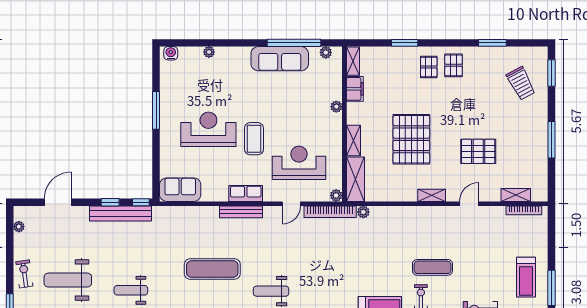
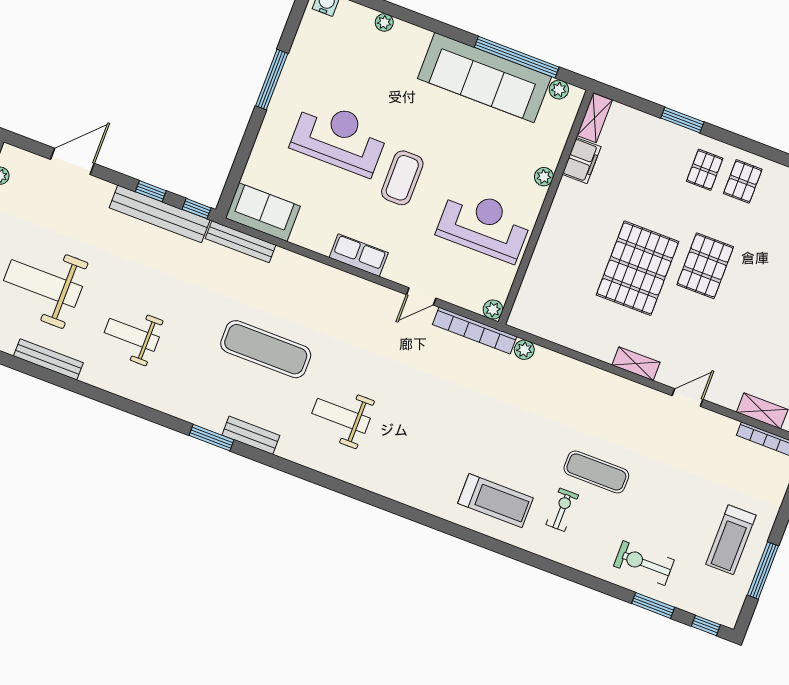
sofa: (280, 59) -> (484, 78), width x1.36, depth x1.27
shelving: (353, 140) -> (550, 237), removed
pallet: (478, 151) -> (705, 266), moved, turned 90
reception desk: (299, 163) -> (484, 225), moved
shelving: (355, 179) -> (531, 296), removed
bench: (241, 212) -> (241, 242), moved

